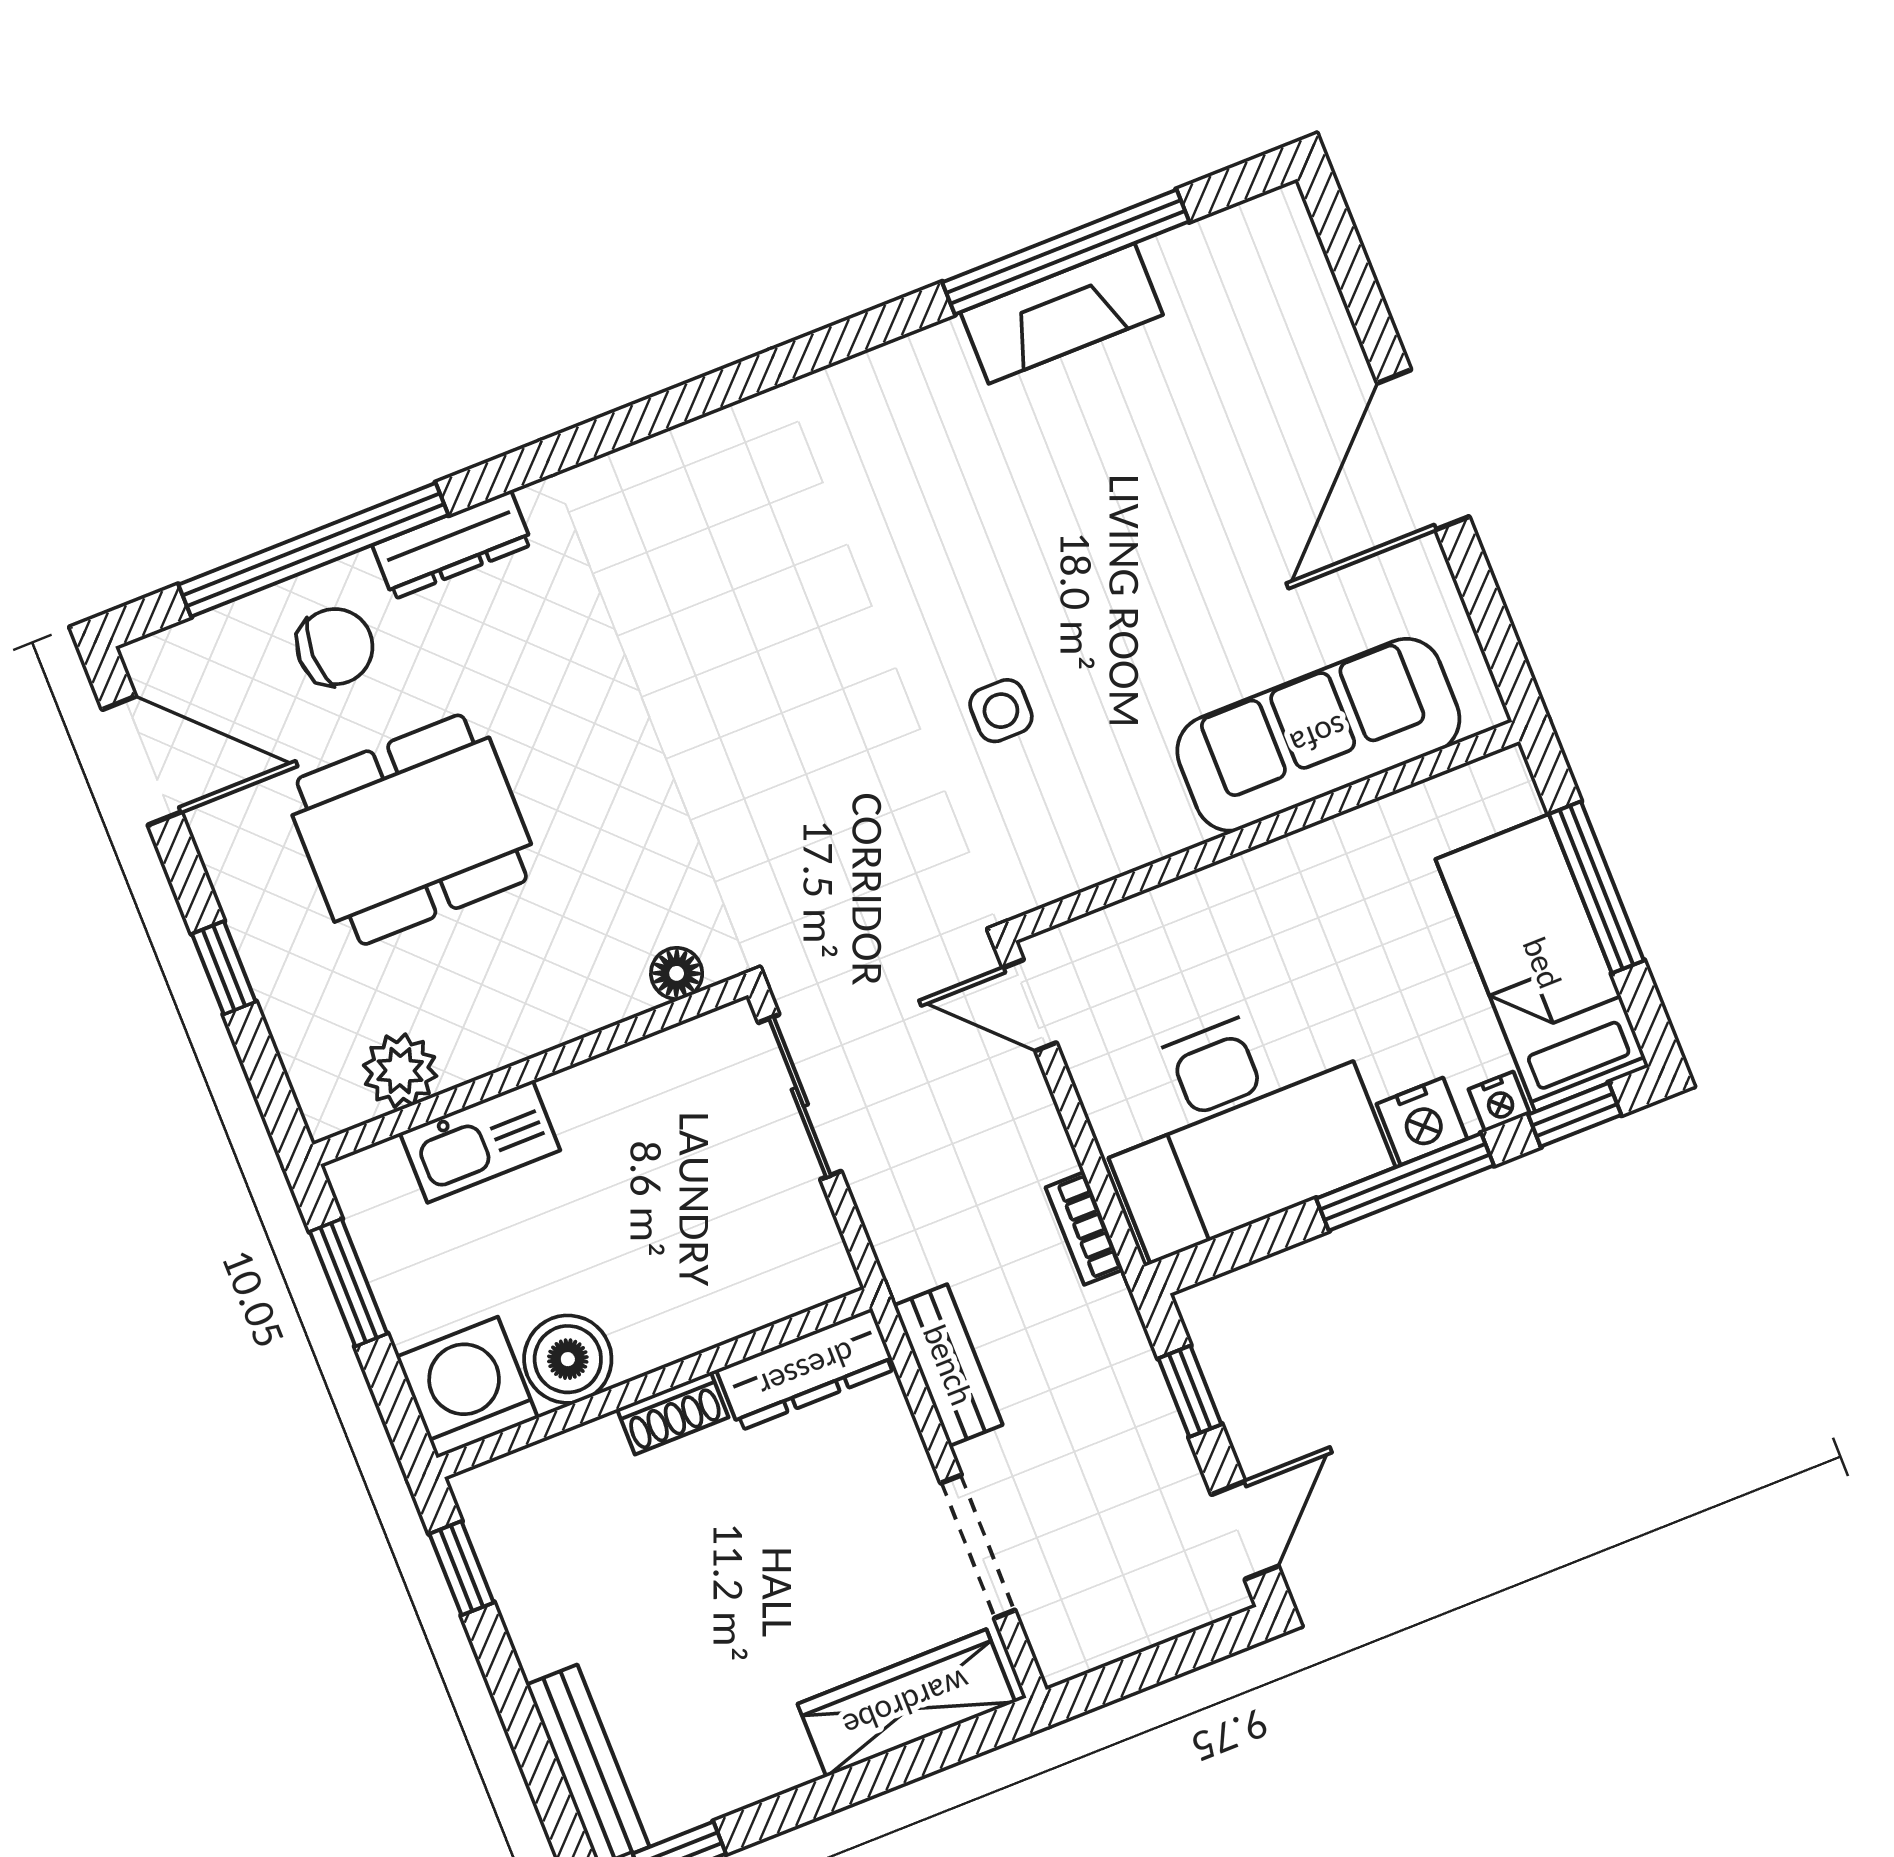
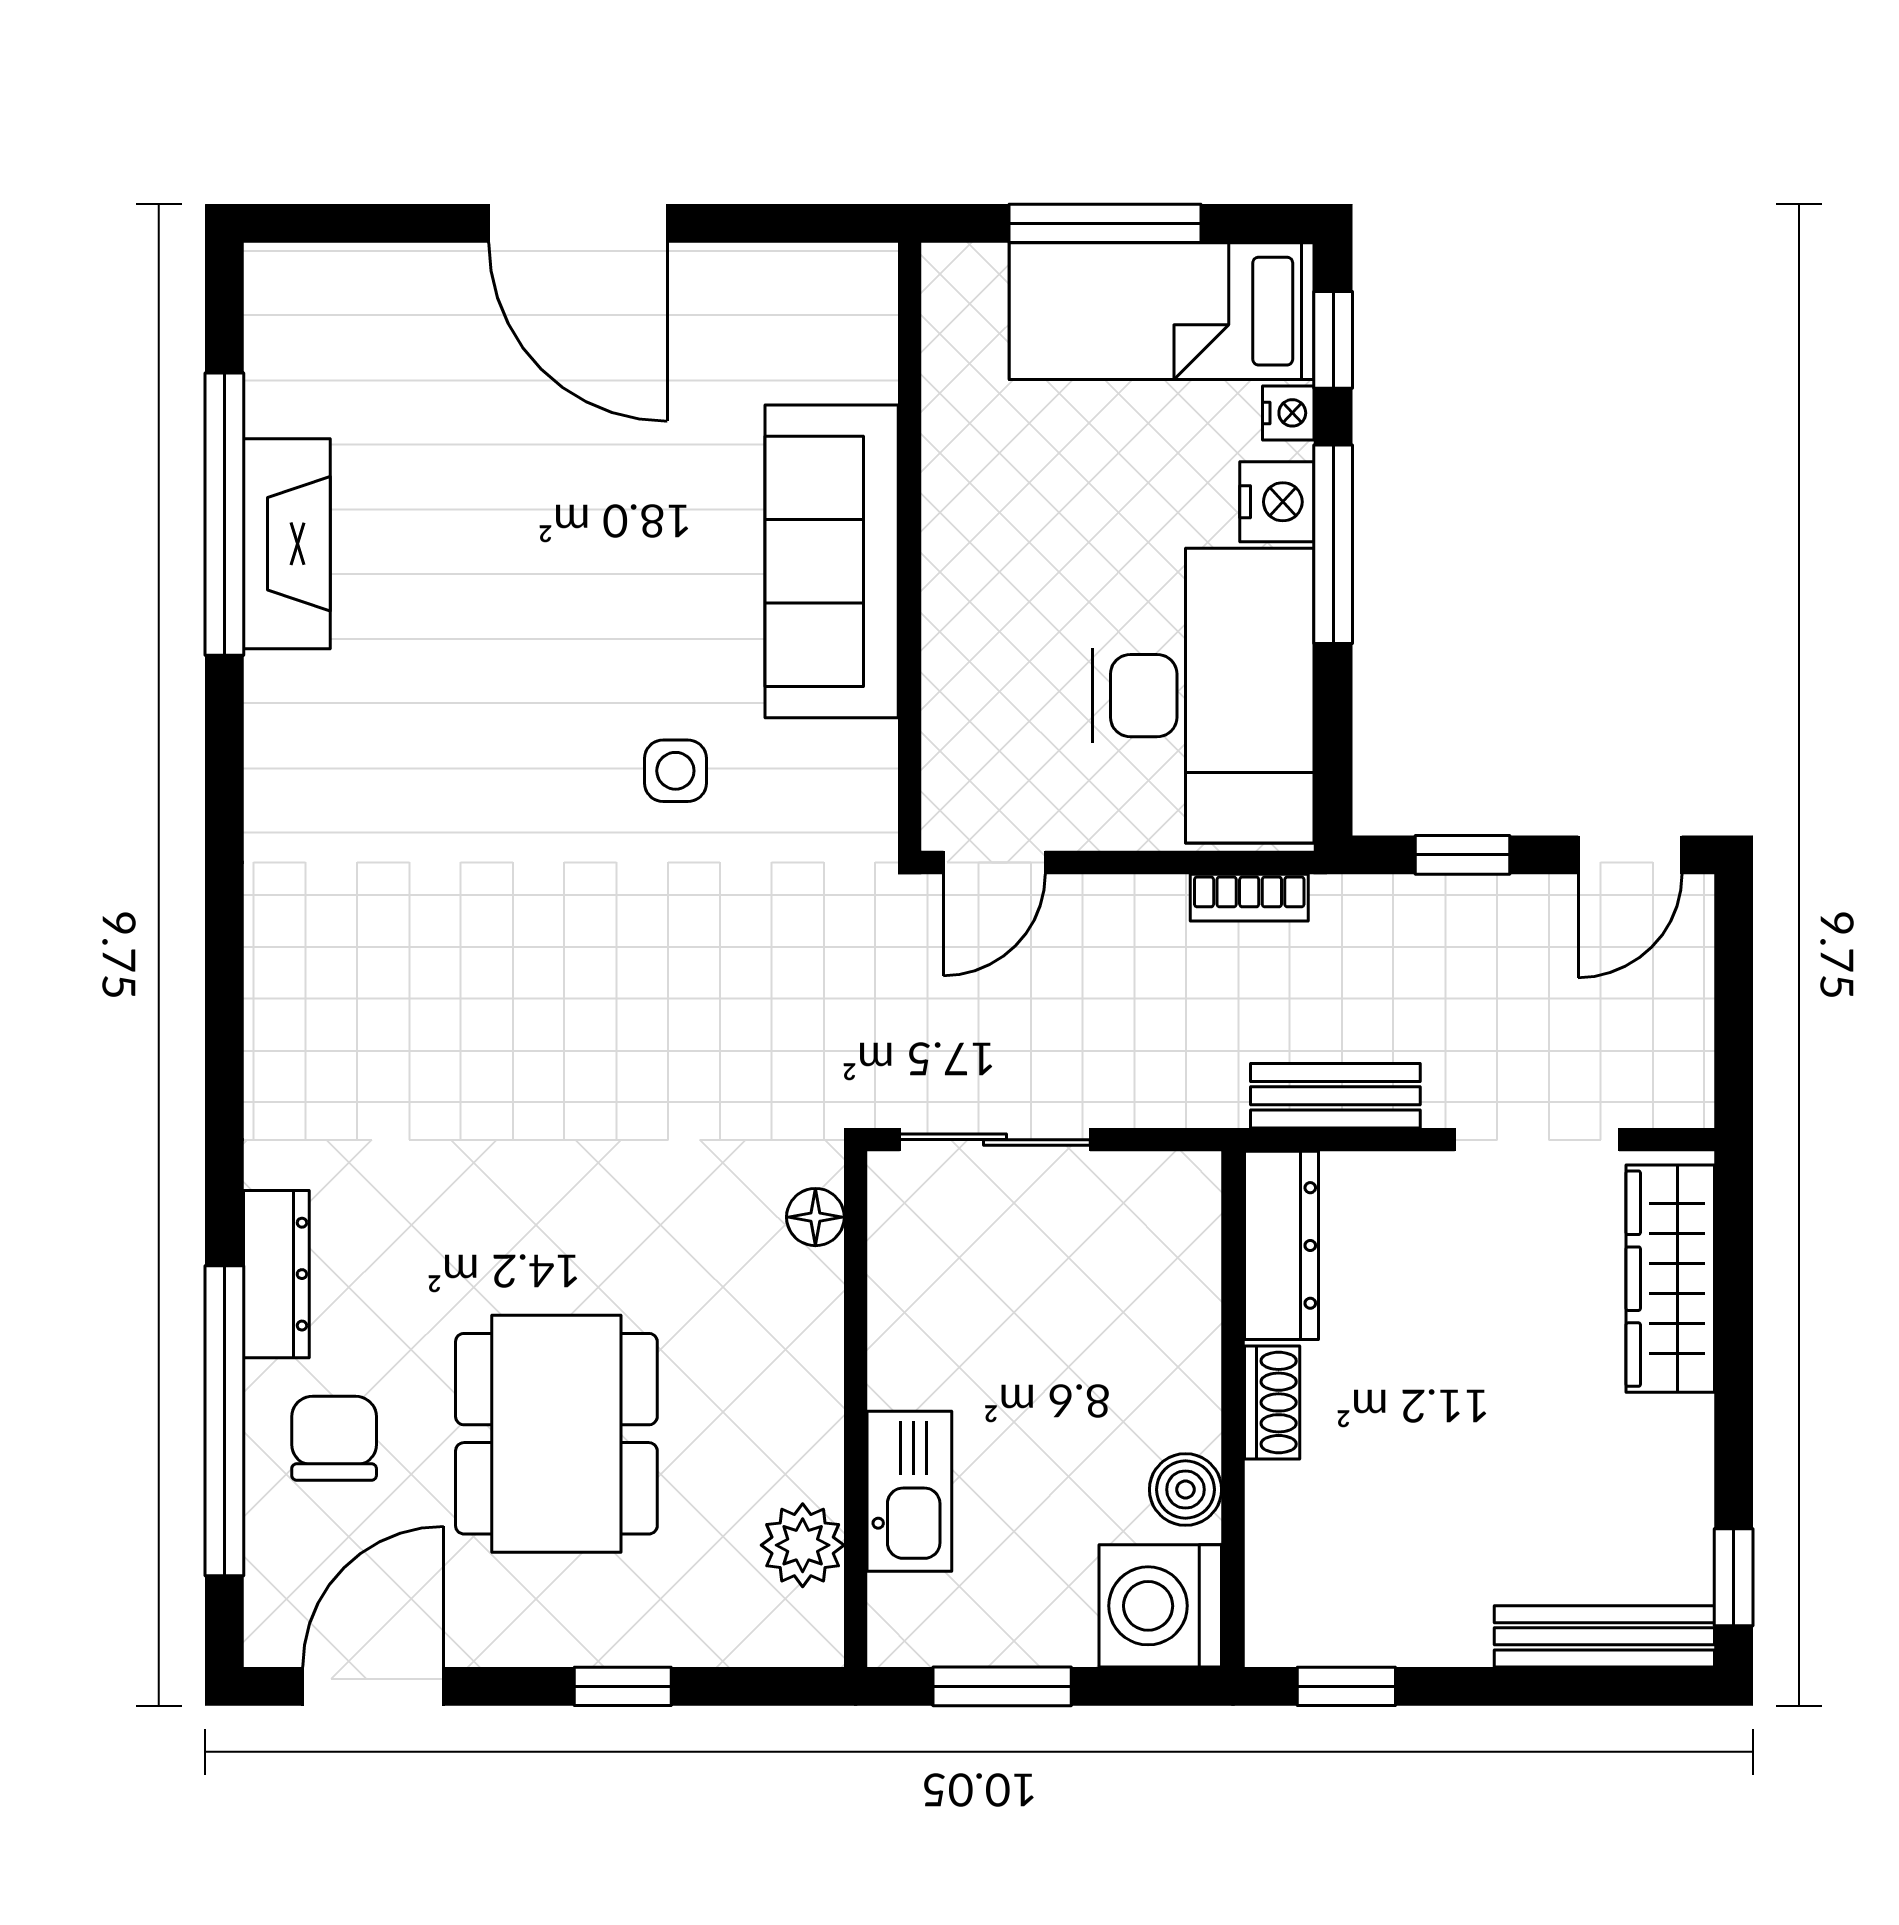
sofa: (1318, 735) -> (832, 561), moved
boiler: (568, 1359) -> (1185, 1490), width x0.73, depth x0.73
door: (1245, 1530) -> (1630, 855), swing flipped

